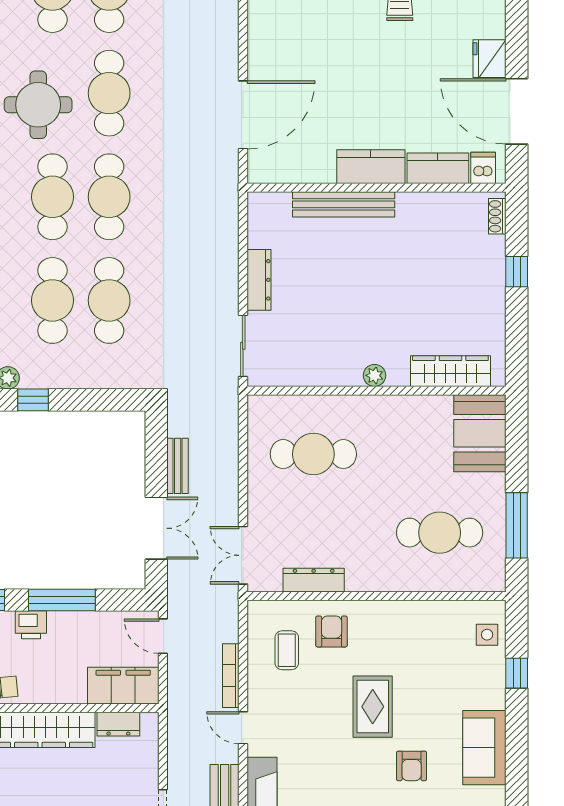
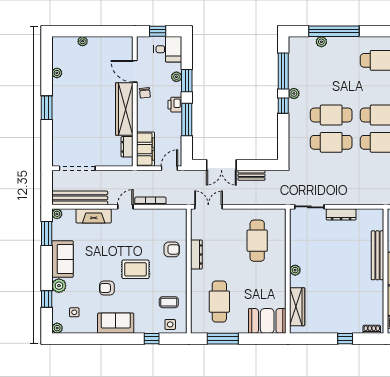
dresser: (314, 580) -> (196, 254), moved
coffee table: (287, 650) -> (169, 302), moved

